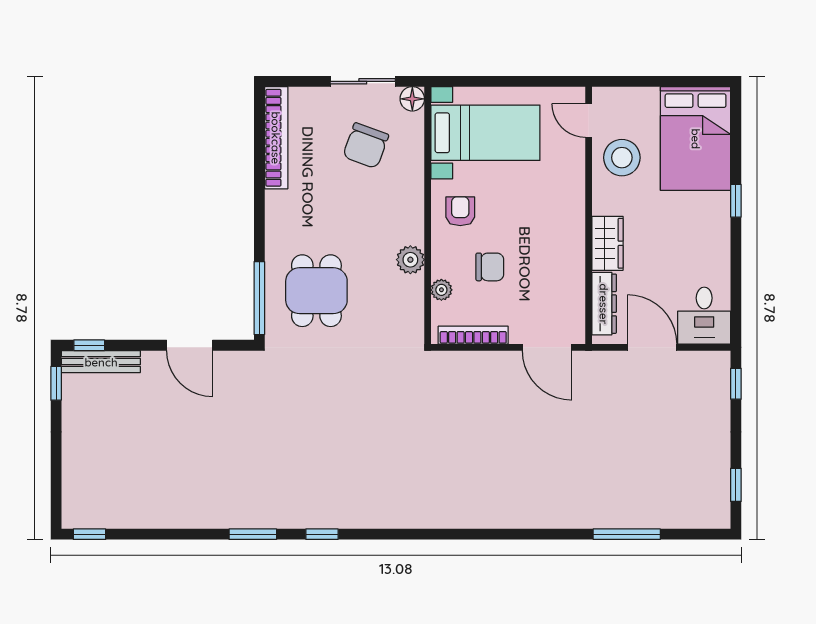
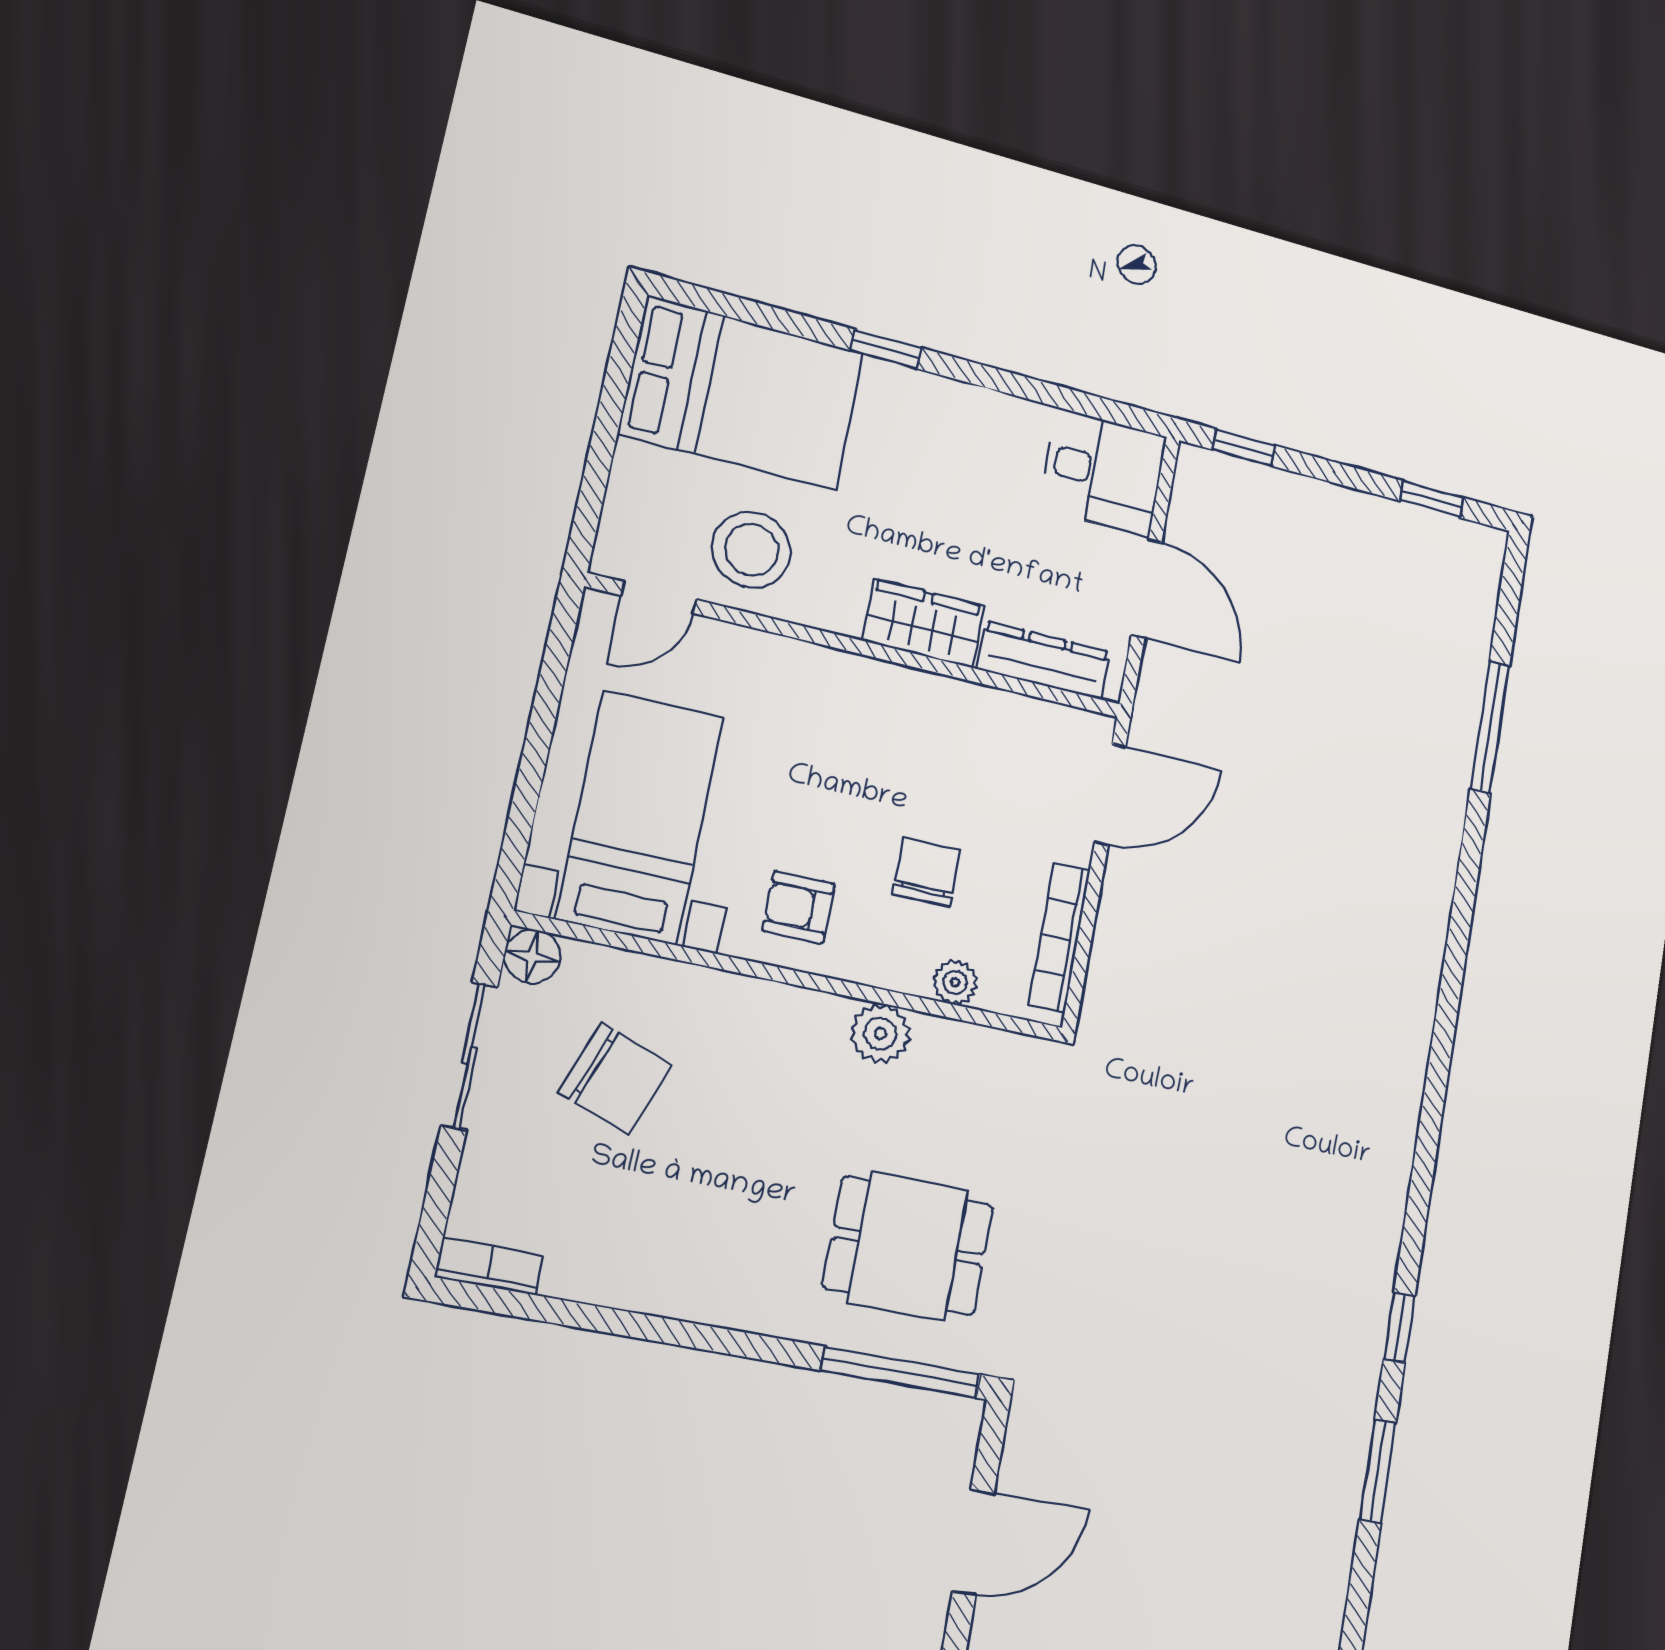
bookcase: (276, 138) -> (489, 1266), width x0.43, depth x0.76
door: (652, 347) -> (1147, 589), swing flipped

